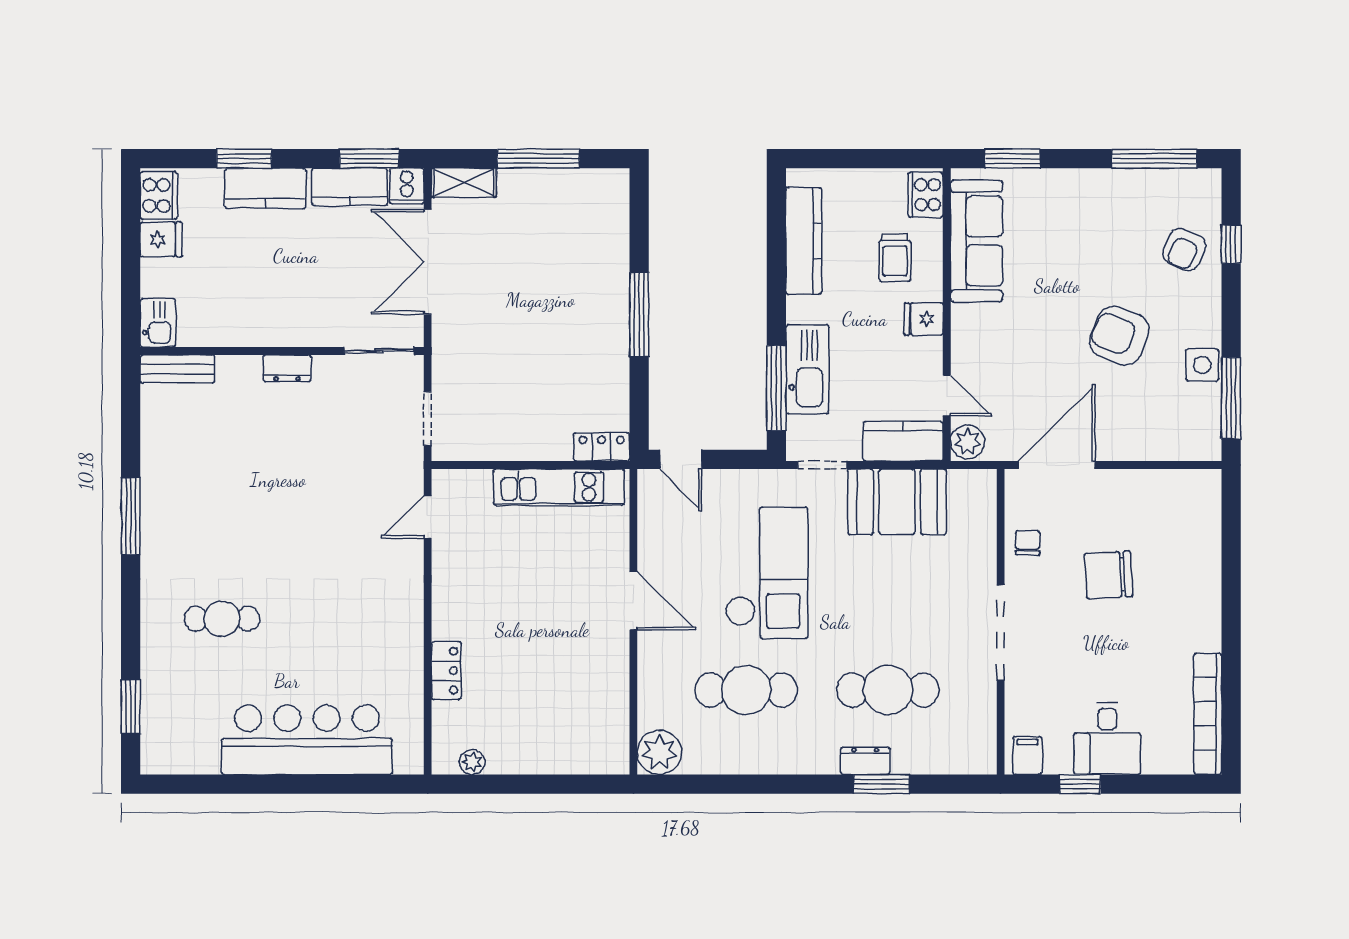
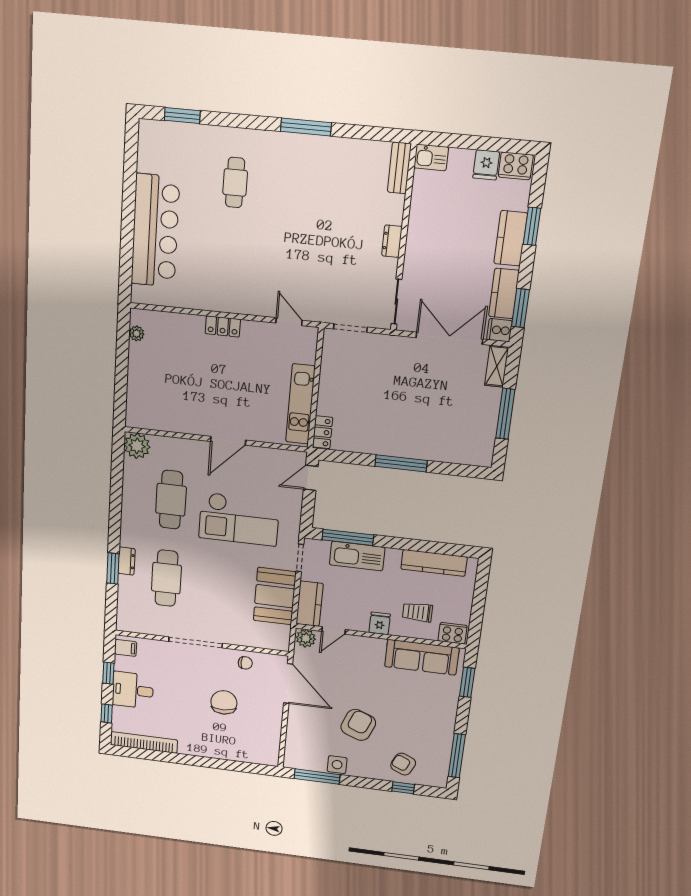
locker: (446, 671) -> (223, 326), moved
window: (1160, 784) -> (107, 713), added

